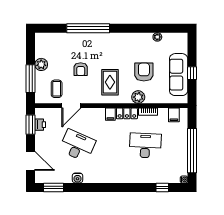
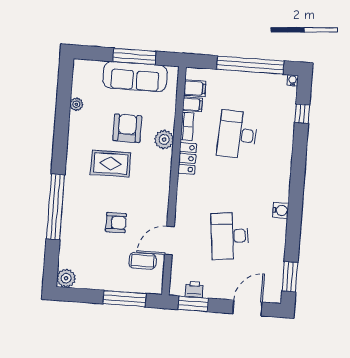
plant: (41, 64) -> (66, 278), moved
armchair: (144, 72) -> (127, 128), turned 90
window: (192, 73) -> (134, 56), width x2.17
rug: (110, 82) -> (111, 163), moved
door: (71, 106) -> (169, 241), swing flipped
filing cabinet: (110, 114) -> (192, 104), moved
desk: (77, 145) -> (230, 236), turned -30
water cooler: (78, 178) -> (281, 210), moved

